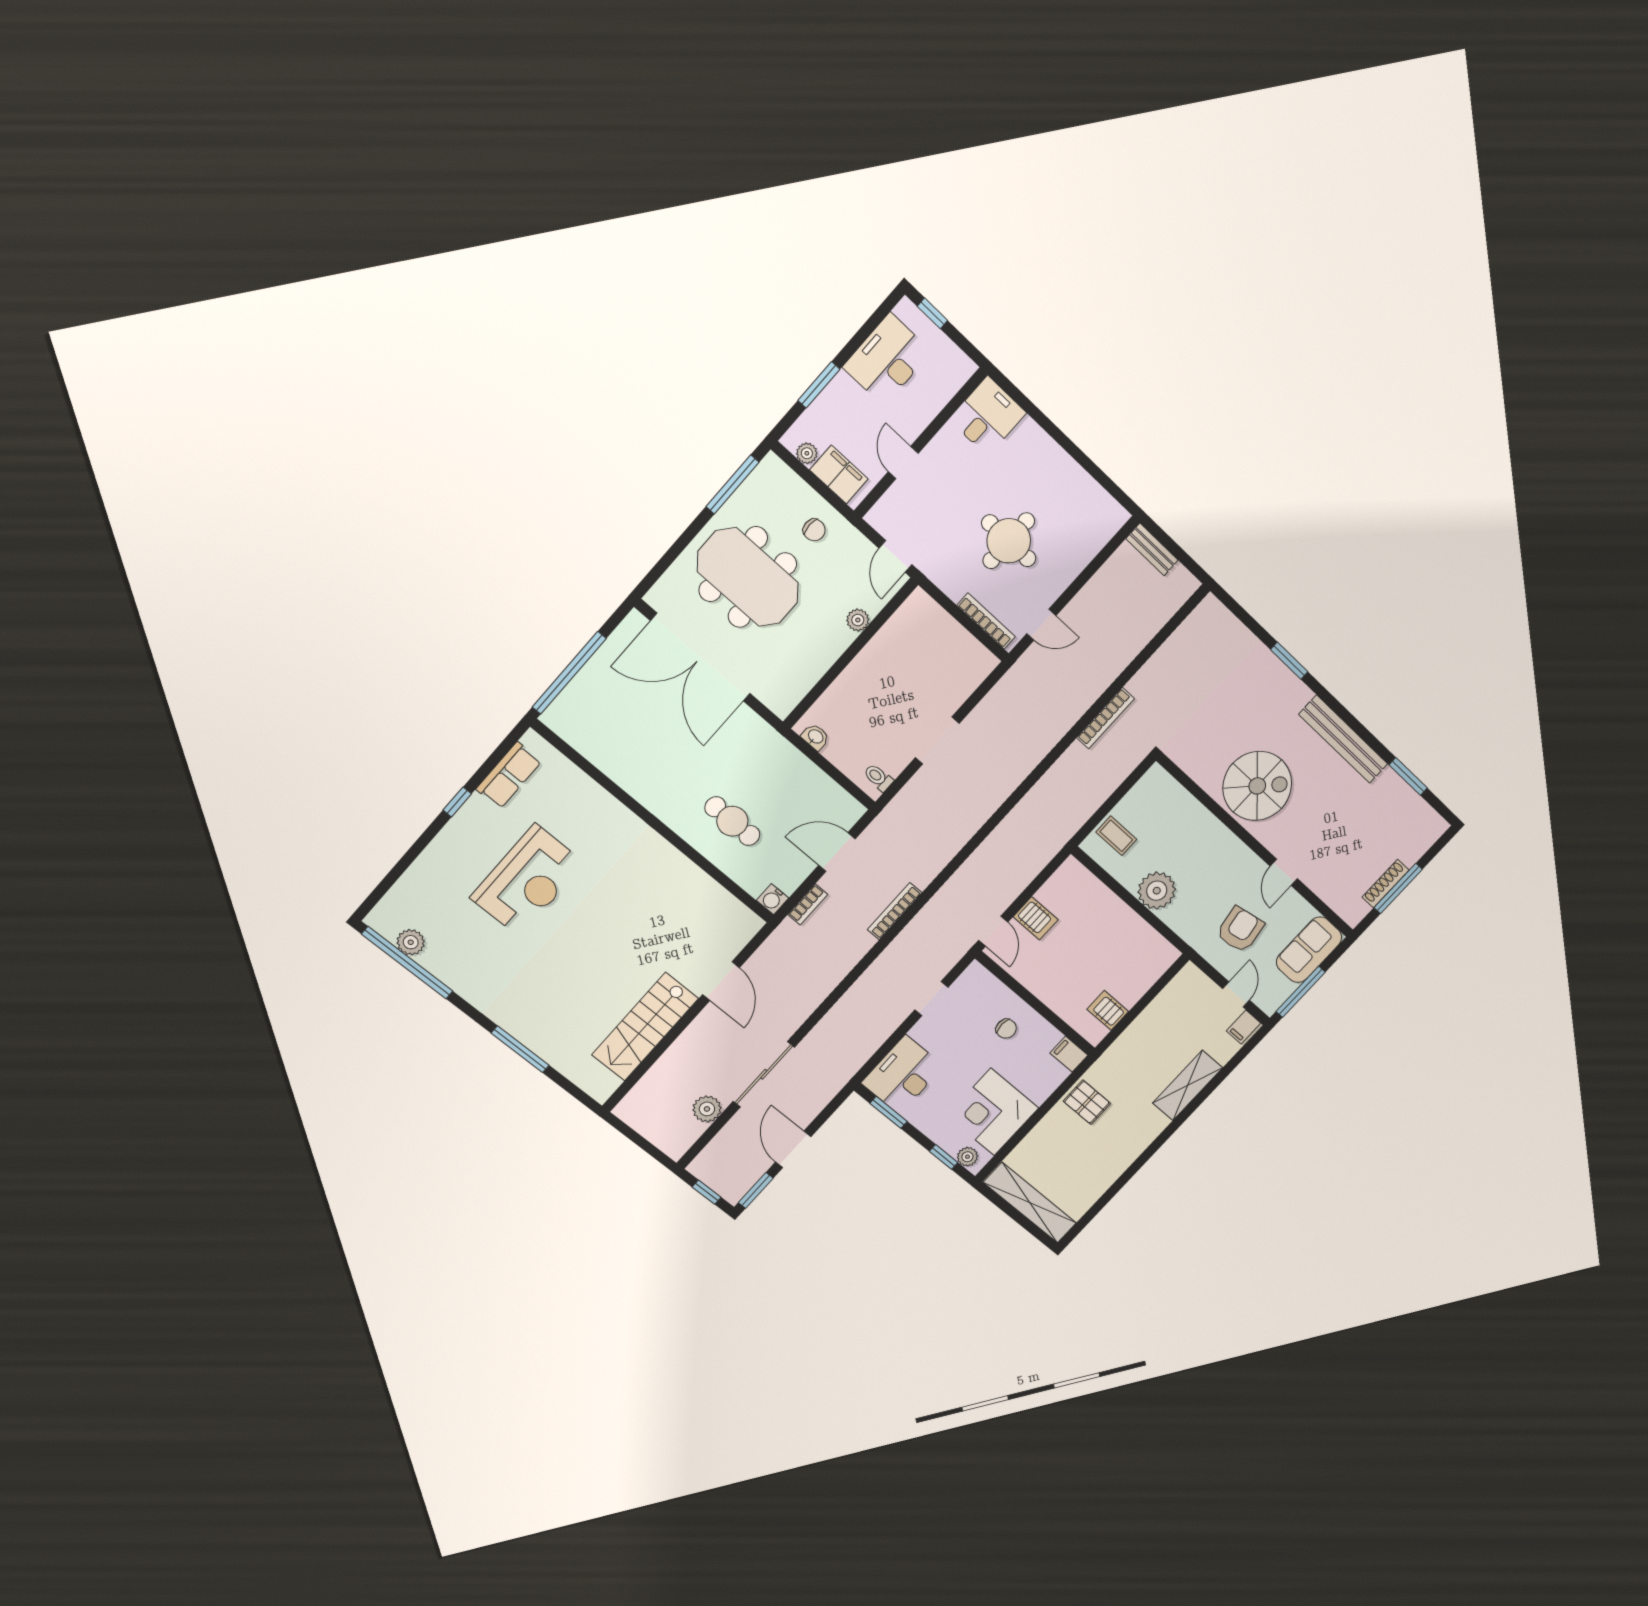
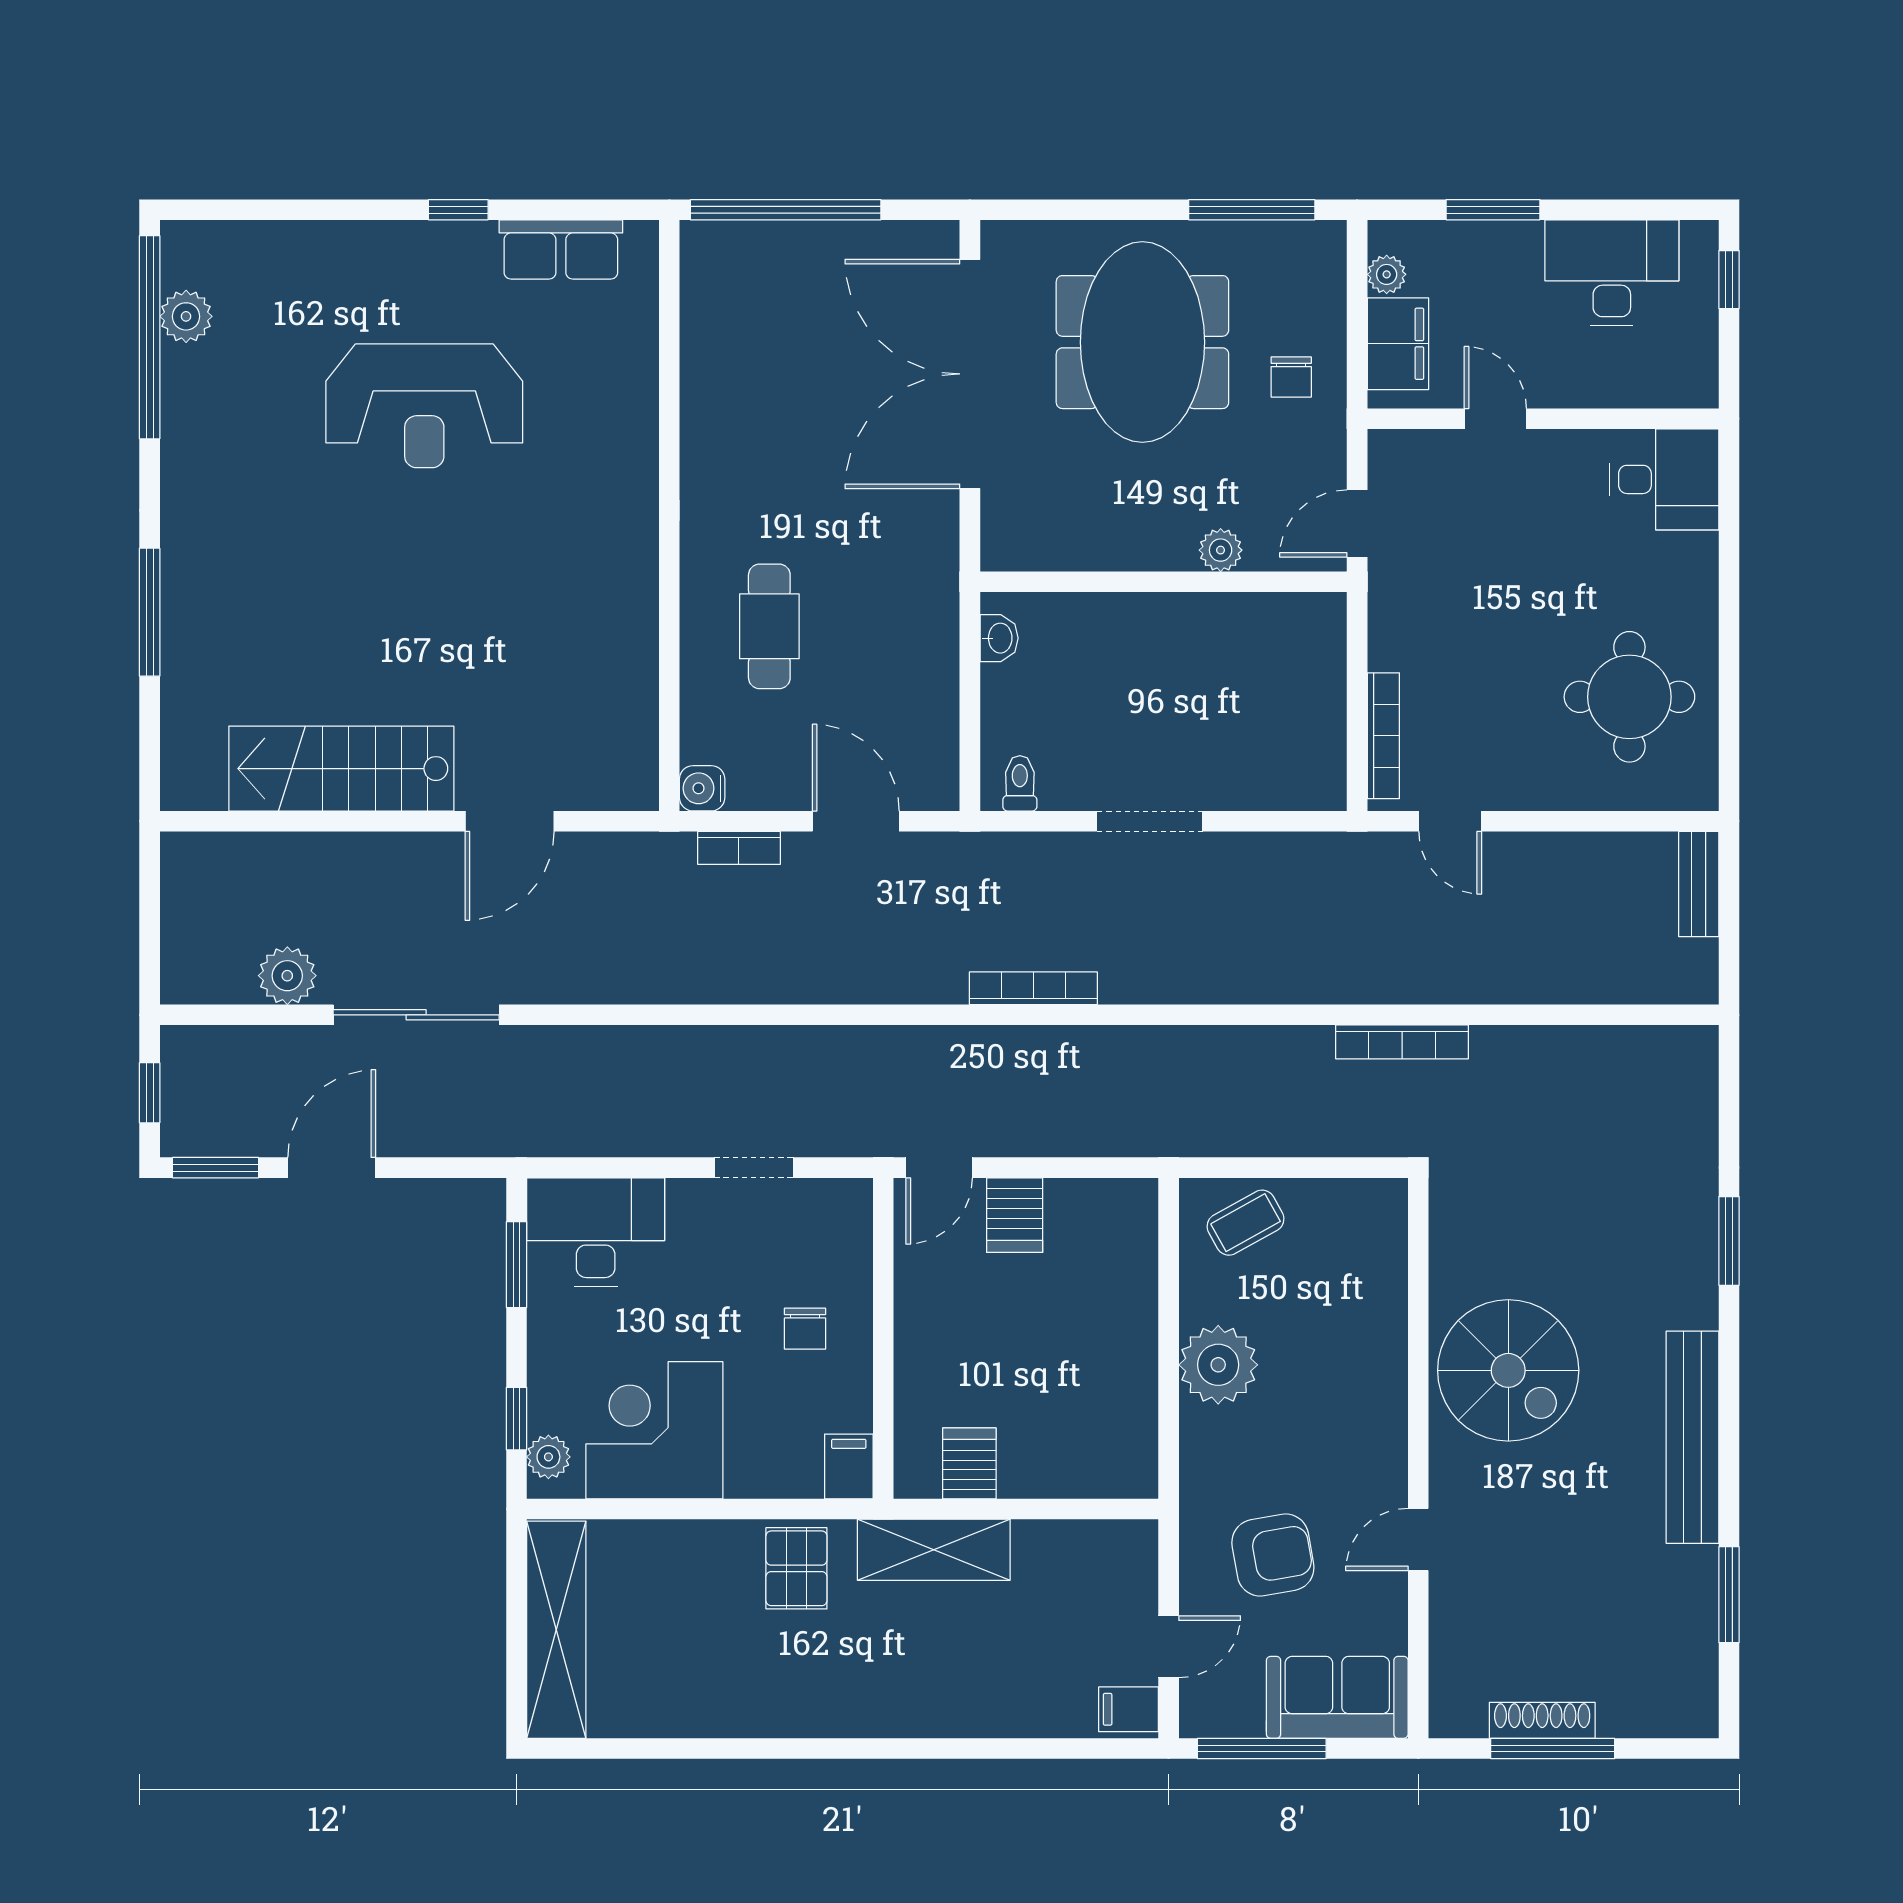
door: (903, 463) -> (1495, 419), hinge flipped
round table: (1009, 541) -> (1629, 697), moved
coffee table: (1116, 836) -> (1246, 1223), turned 61
bookcase: (895, 911) -> (1033, 988), moved
shelving: (1188, 1085) -> (934, 1550), moved

